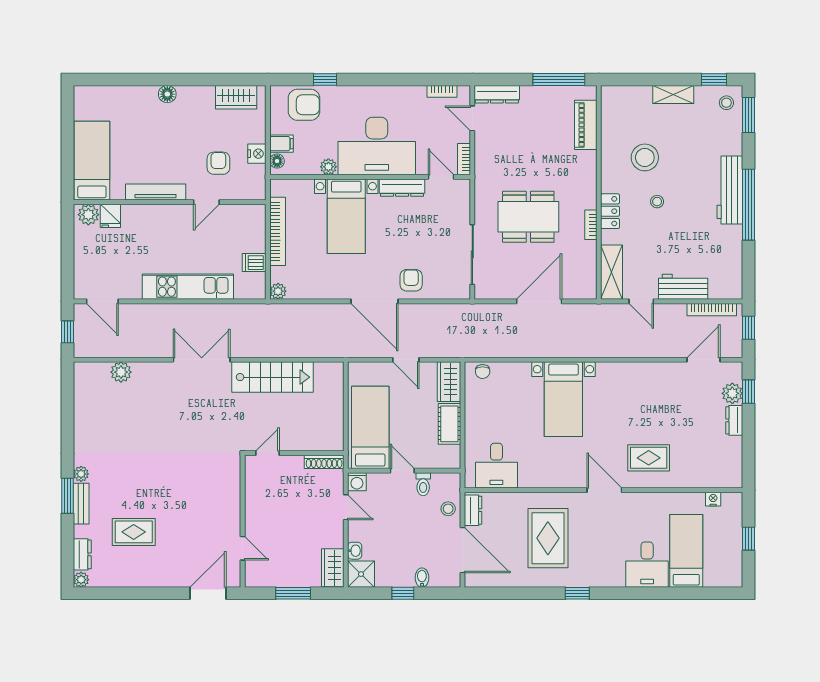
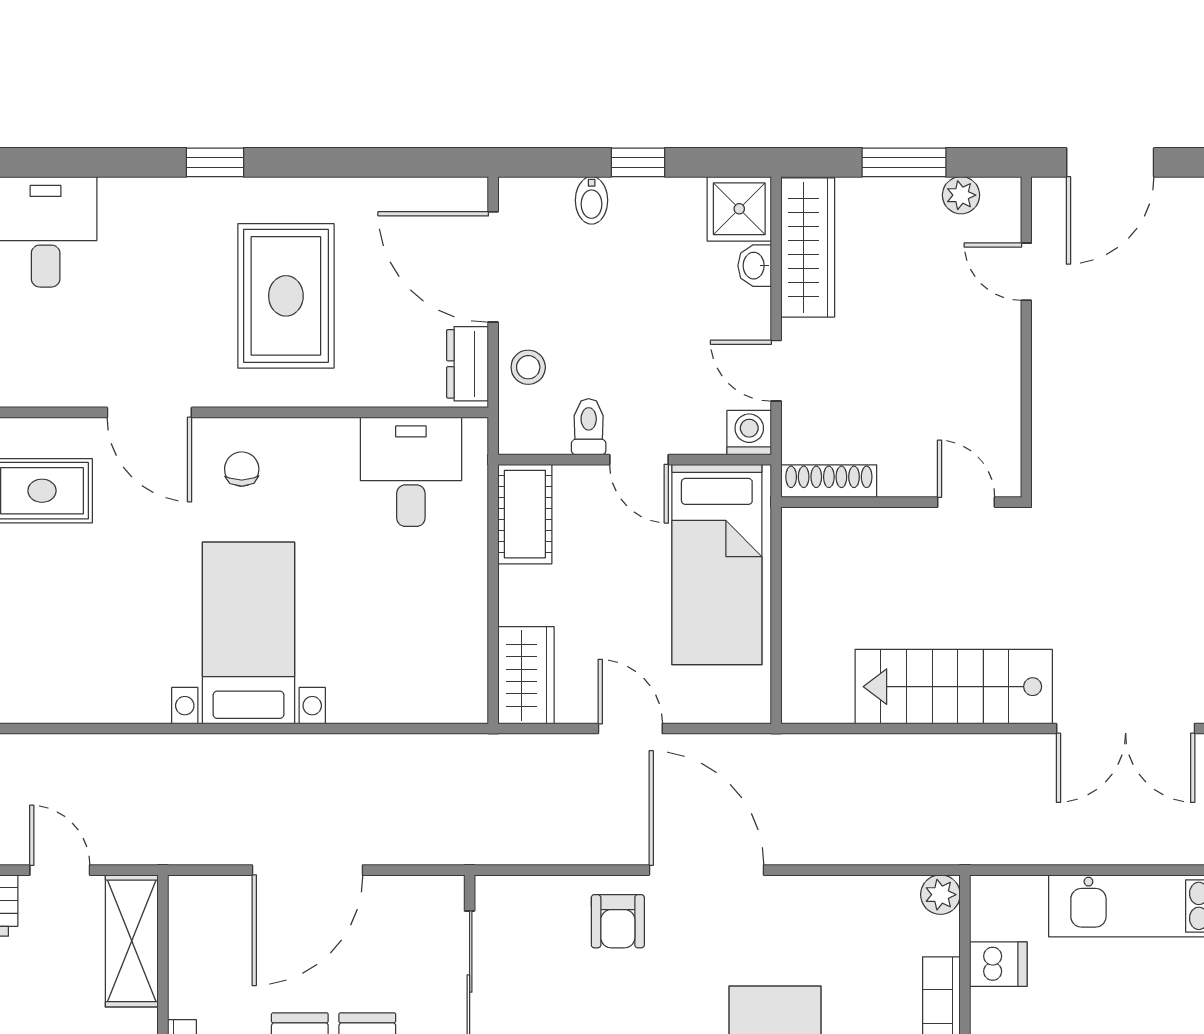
chair: (483, 372) -> (242, 469), moved
cot: (449, 424) -> (525, 514), moved
door: (267, 453) -> (966, 502), swing flipped
wardrobe: (333, 568) -> (808, 247), width x1.50
plant: (270, 580) -> (961, 195), added

